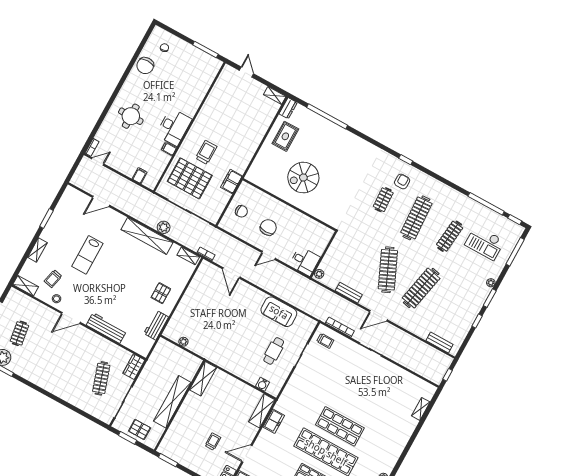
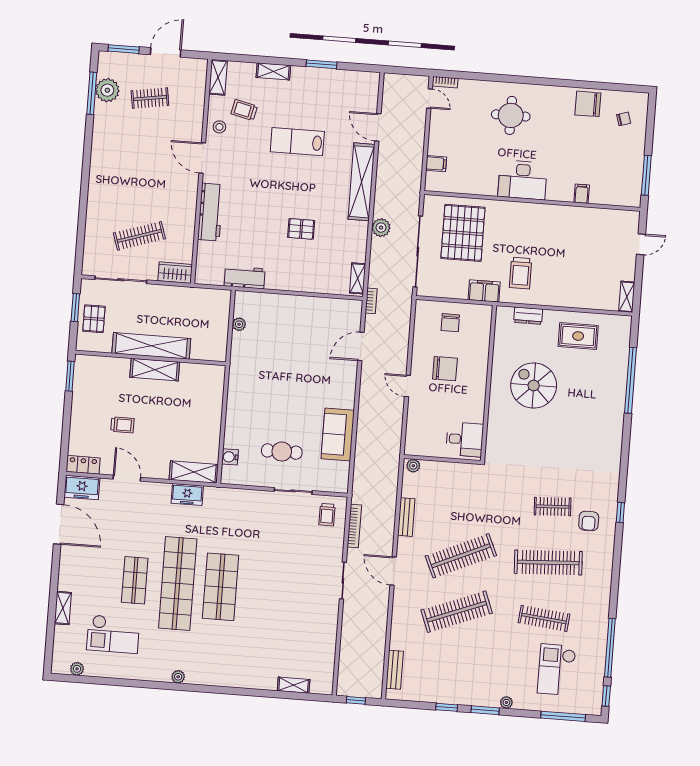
dresser: (288, 108) -> (528, 316), moved
filing cabinet: (169, 149) -> (582, 194), moved
trolley: (206, 152) -> (521, 273), moved, turned 90
armchair: (402, 181) -> (589, 521), turned 90
shelving: (147, 236) -> (361, 182), moved
desk: (305, 261) -> (465, 439), moved, turned -90
clothes rail: (421, 288) -> (457, 612), turned -33
pallet: (161, 293) -> (301, 229), moved
shelving: (203, 379) -> (155, 370), moved

